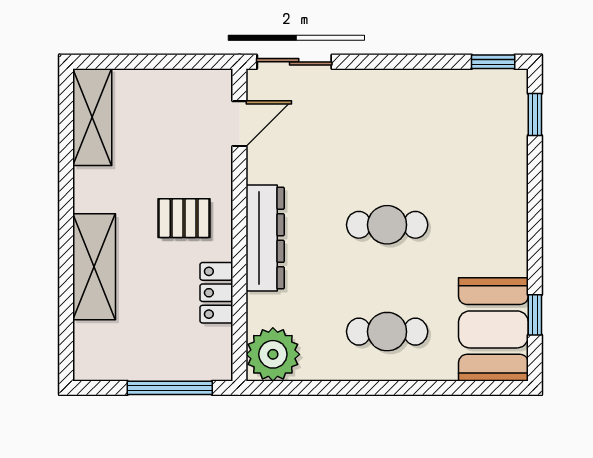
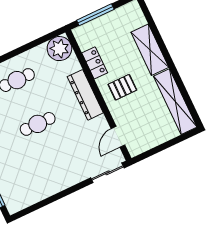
window: (493, 62) -> (26, 211), removed
shelving: (92, 117) -> (175, 102), width x1.47

